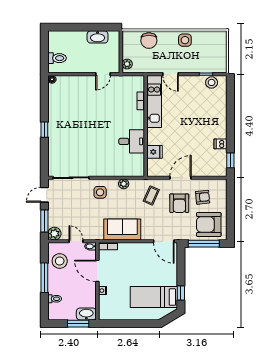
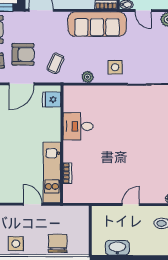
plant: (127, 64) -> (83, 216), removed
door: (103, 74) -> (131, 205), moved
fridge: (155, 152) -> (52, 99), moved
armchair: (179, 203) -> (23, 54), turned 90
sofa: (122, 229) -> (97, 24), width x1.36

